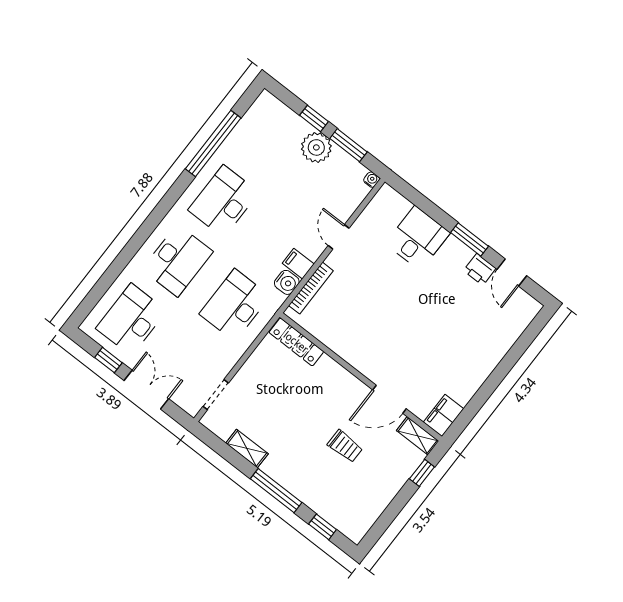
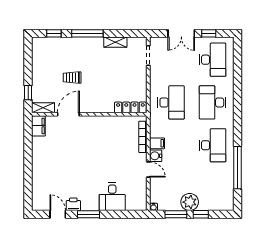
water cooler: (287, 282) -> (156, 156), moved

